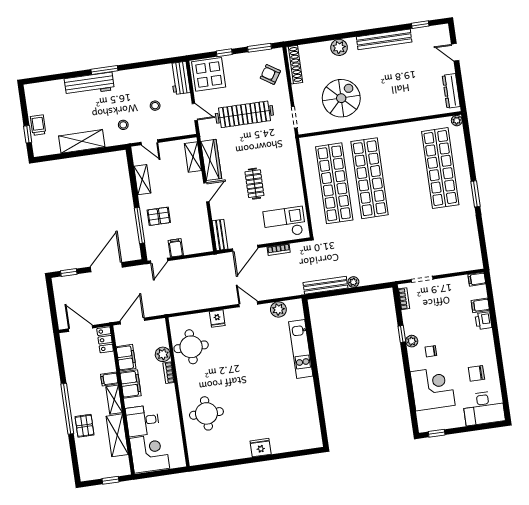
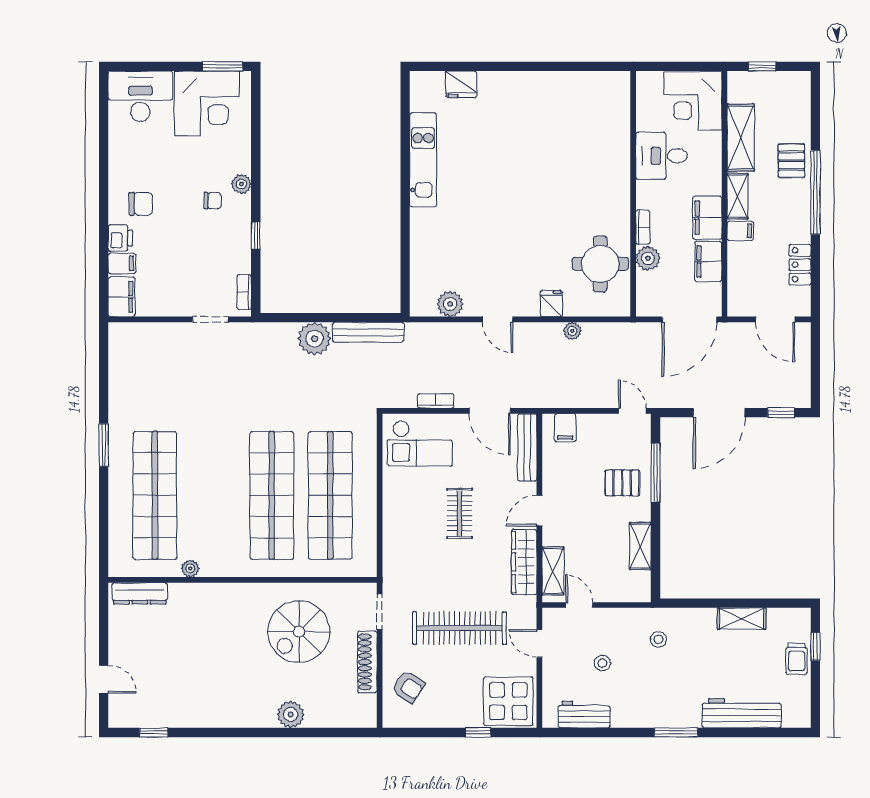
bench: (384, 39) -> (216, 717), removed
window: (259, 48) -> (420, 732), removed
shoe rack: (294, 65) -> (367, 662), moved
workbench: (180, 78) -> (584, 715), moved, turned -90
workbench: (89, 84) -> (742, 713), moved
dresser: (451, 91) -> (140, 593), moved, turned 90
plant: (457, 121) -> (190, 568), moved
shelving: (82, 141) -> (742, 619), width x0.67, depth x0.75
door: (149, 142) -> (579, 605), moved
bench: (220, 235) -> (527, 447), width x1.36
filing cabinet: (176, 248) -> (565, 428), moved
door: (245, 248) -> (490, 411), swing flipped
door: (159, 261) -> (632, 411), hinge flipped
filing cabinet: (477, 279) -> (121, 297), width x2.00
plant: (353, 282) -> (314, 339), width x1.87, depth x1.87
plant: (202, 304) -> (572, 331), added
door: (132, 321) -> (689, 319), width x1.36
locker: (105, 340) -> (800, 265), moved, turned 180
plant: (412, 341) -> (242, 184), moved
kitchen unit: (301, 349) -> (423, 160), moved
chair: (476, 373) -> (141, 204), moved
corner desk: (433, 389) -> (207, 104), moved, turned -90
round table: (206, 413) -> (591, 152), removed
desk: (143, 421) -> (661, 156), moved, turned 180
window: (437, 433) -> (223, 66), width x1.50
fridge: (261, 448) -> (461, 84), moved

